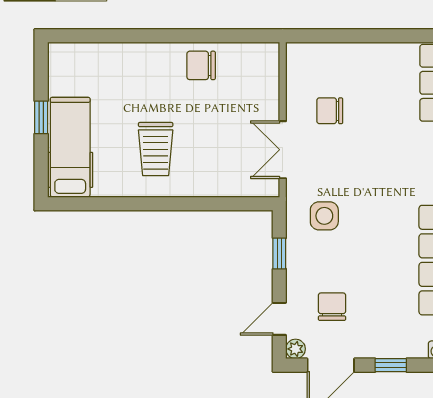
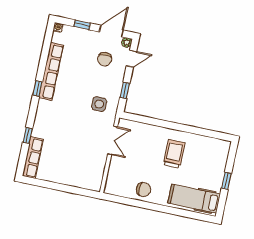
chair: (330, 111) -> (86, 154), removed
hospital bed: (70, 147) -> (194, 199), moved, turned 90

